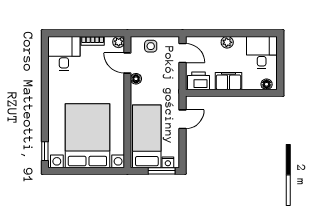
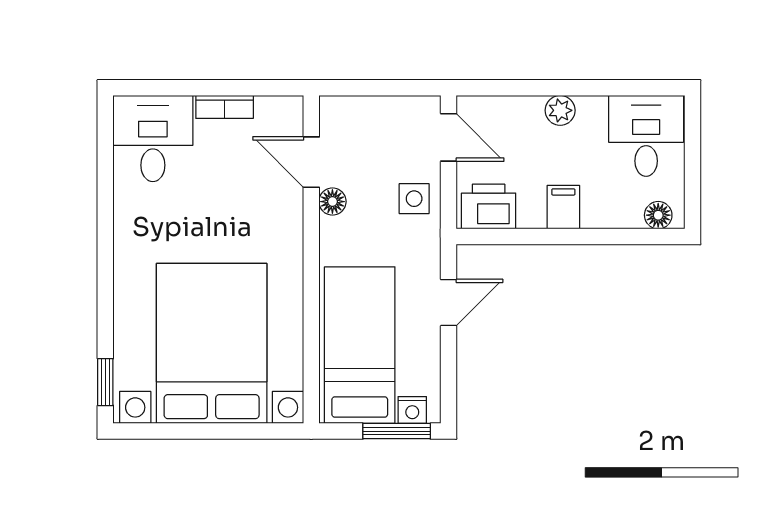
plant: (119, 42) -> (289, 110), removed
side table: (151, 46) -> (414, 199), moved
filing cabinet: (228, 81) -> (563, 207), width x0.50

